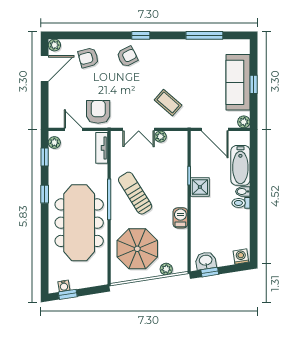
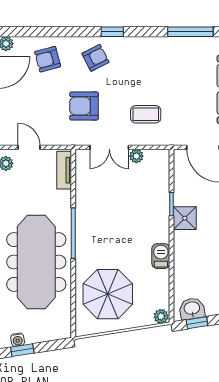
coffee table: (168, 103) -> (146, 114), turned -41
armchair: (98, 112) -> (84, 106), moved, turned -90
sun lounger: (135, 193) -> (105, 226), removed
plant: (166, 269) -> (161, 316), moved

